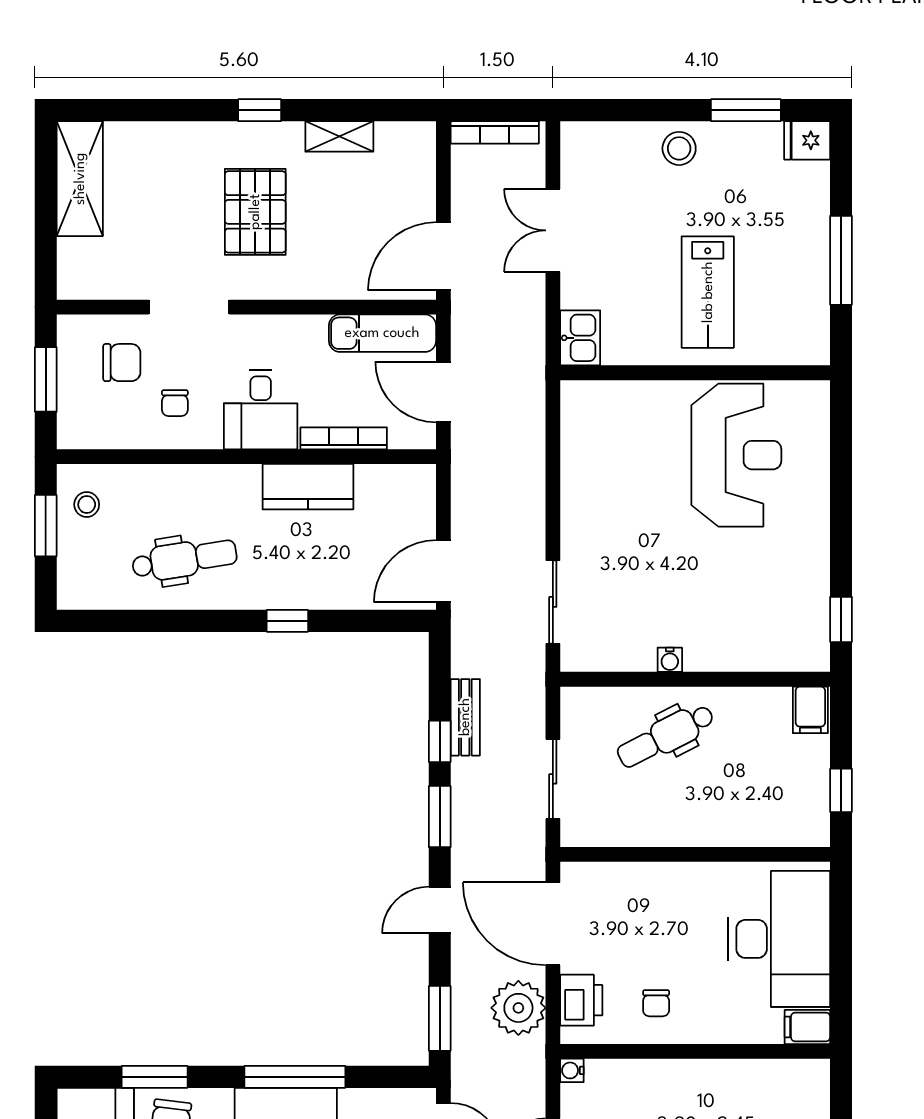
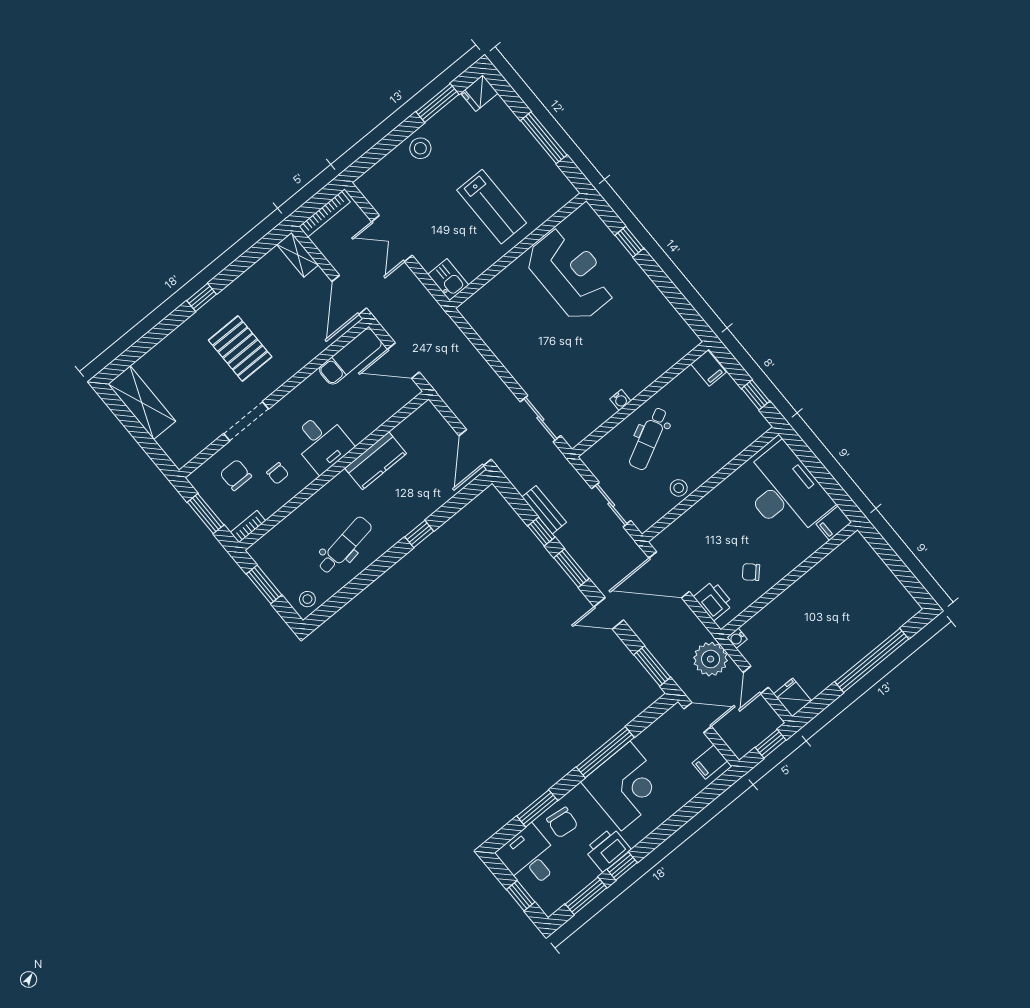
shelving: (339, 136) -> (298, 255), moved, turned 90
chair: (122, 363) -> (236, 475), turned -90
bookcase: (344, 438) -> (248, 527), moved, width x0.64
stool: (87, 504) -> (307, 599), moved
window: (841, 619) -> (629, 242), moved
stool: (652, 827) -> (679, 488), added
door: (440, 910) -> (609, 613), hinge flipped
chair: (656, 1003) -> (751, 572), turned 133
plant: (518, 1008) -> (711, 659), moved

